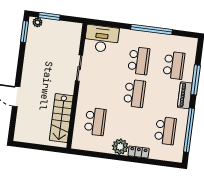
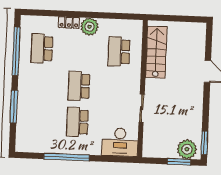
plant: (38, 22) -> (187, 149), width x1.88, depth x1.88
school desk: (174, 65) -> (39, 120), removed
piano: (185, 95) -> (24, 89), removed

